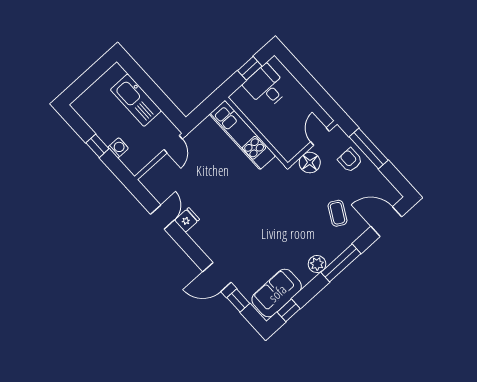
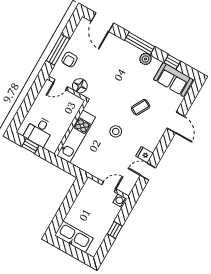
kitchen sink: (136, 100) -> (74, 237), moved, turned -90
door: (173, 144) -> (109, 187), moved
washing machine: (118, 148) -> (120, 201), moved
stool: (231, 191) -> (116, 131), added
coffee table: (337, 213) -> (141, 107), moved
window: (238, 301) -> (187, 103), removed
window: (289, 310) -> (172, 62), moved

